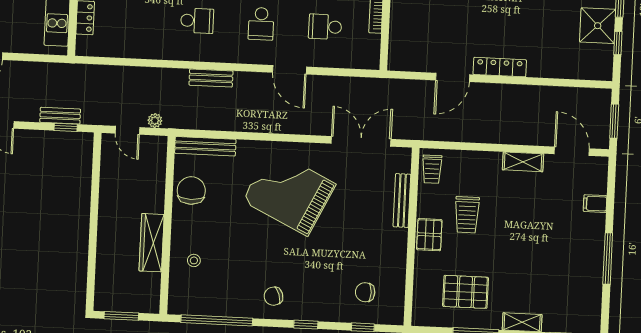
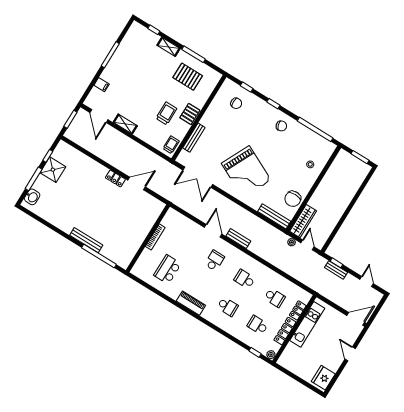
school desk: (325, 27) -> (275, 298), moved
locker: (500, 67) -> (115, 179), width x0.66
bench: (211, 78) -> (238, 239), moved
wardrobe: (152, 243) -> (303, 221), moved

